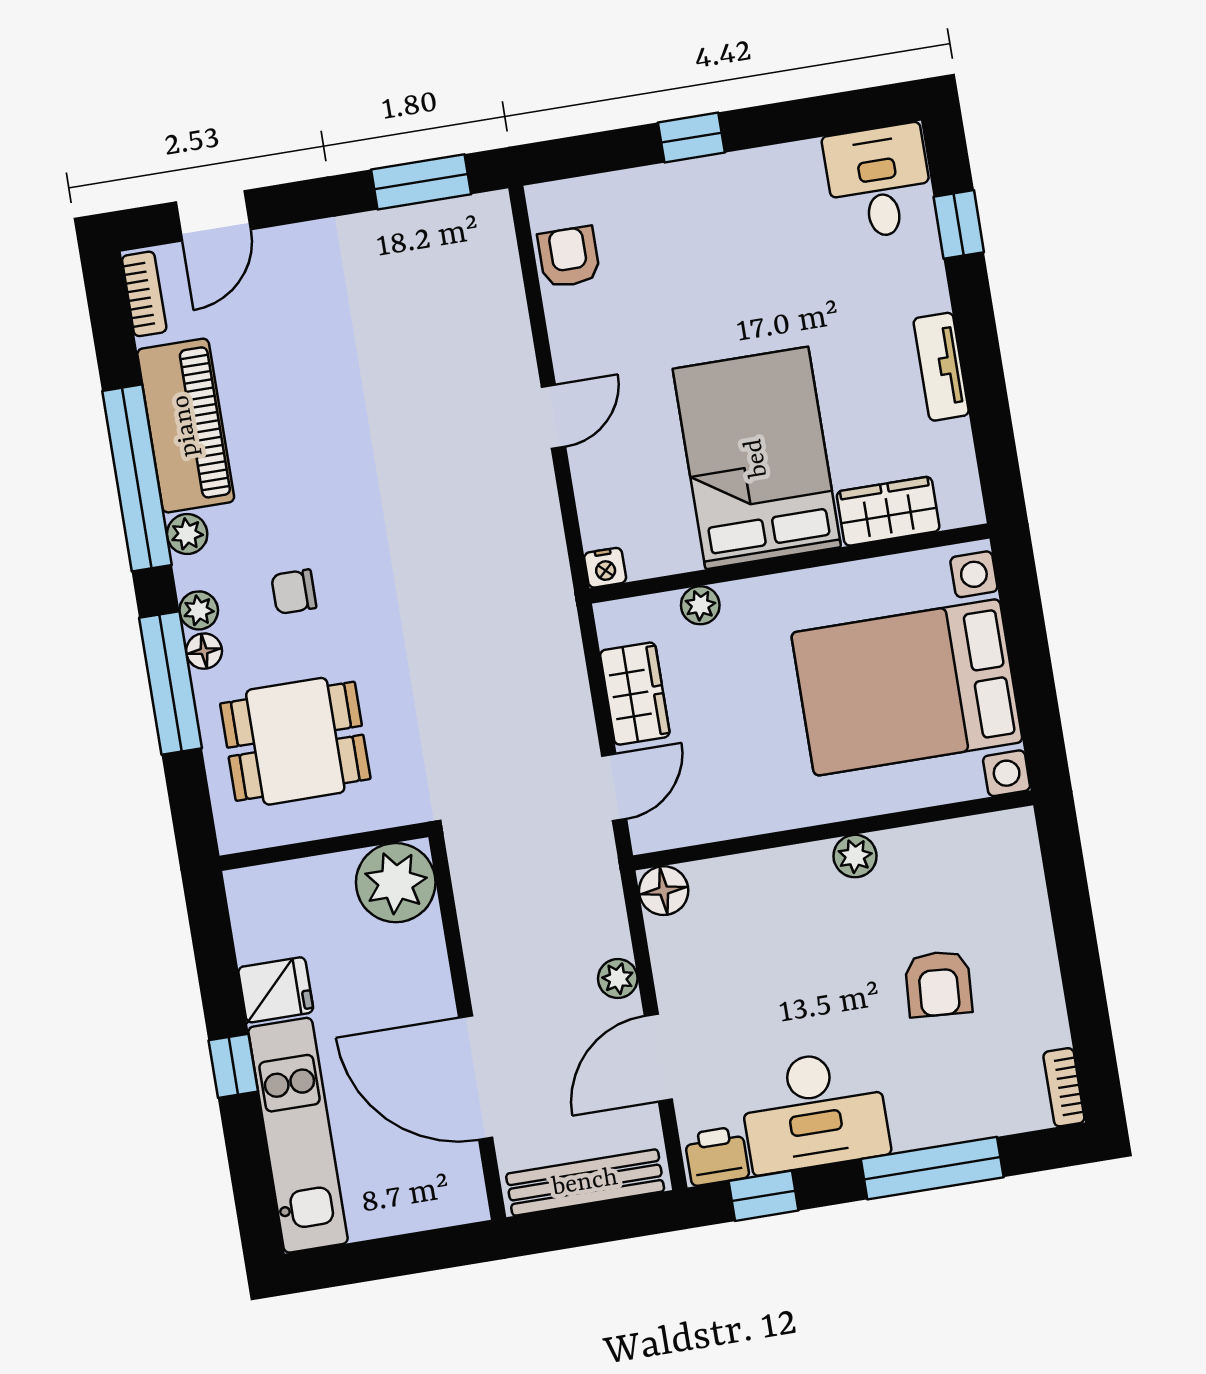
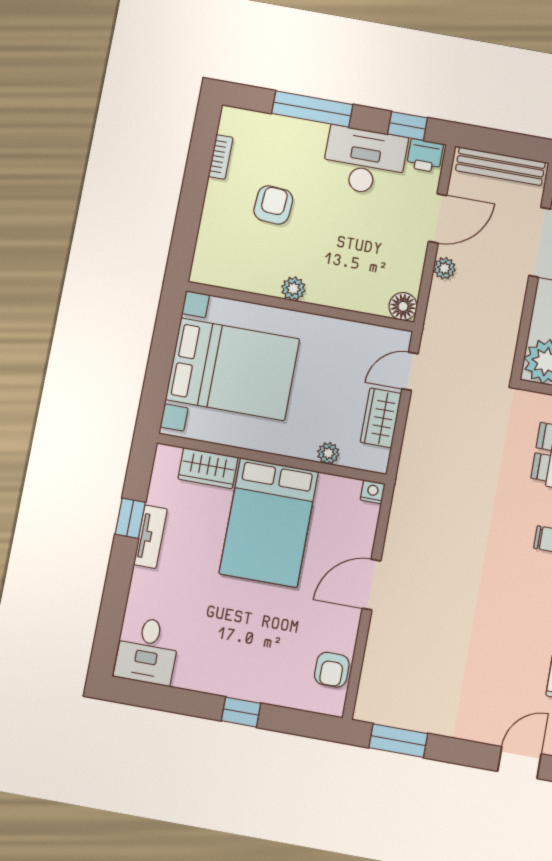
window: (959, 224) -> (130, 518), moved
door: (553, 417) -> (371, 585), width x1.38
bookcase: (1064, 1087) -> (221, 157), moved

